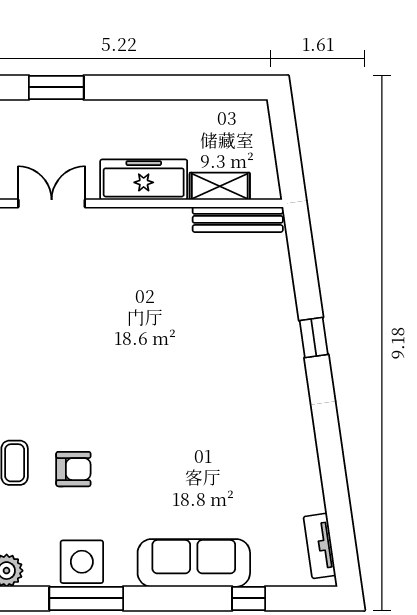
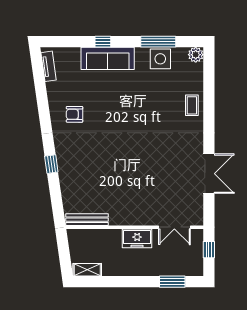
freezer: (144, 180) -> (137, 238), width x0.71
shelving: (220, 186) -> (87, 270), moved
armchair: (73, 469) -> (75, 114), moved
window: (249, 598) -> (103, 42), moved

